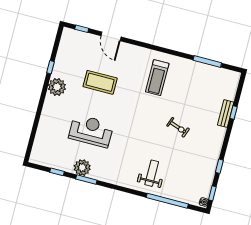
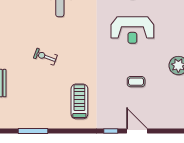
window: (82, 29) -> (111, 131), moved
coffee table: (100, 82) -> (136, 82), width x0.54, depth x0.58

